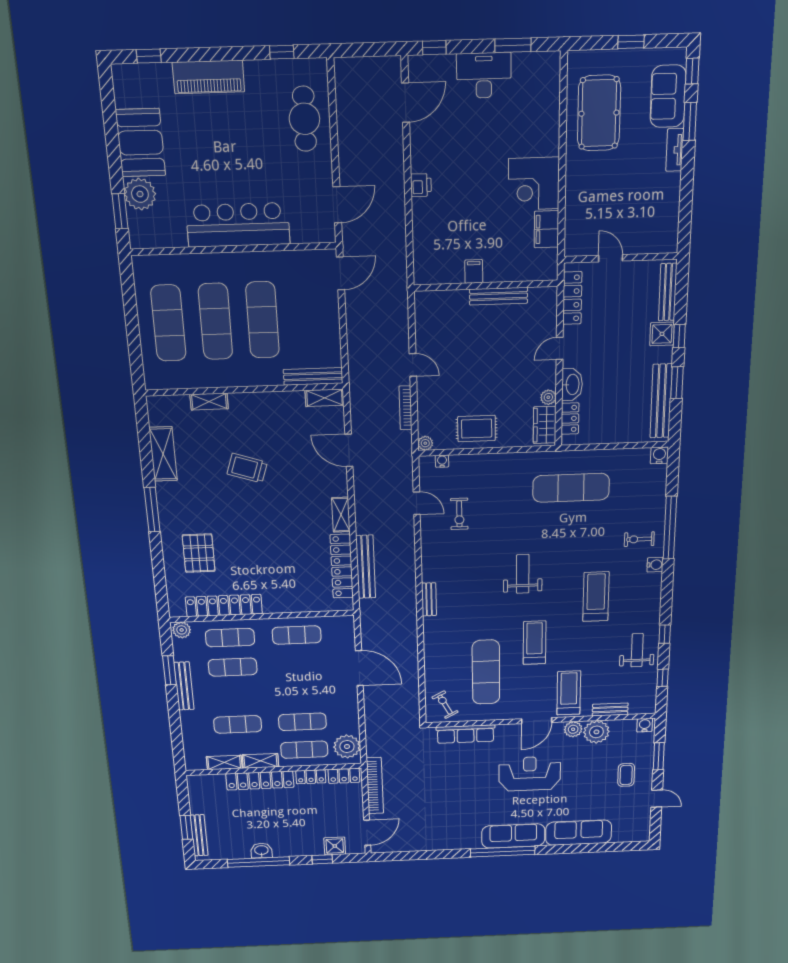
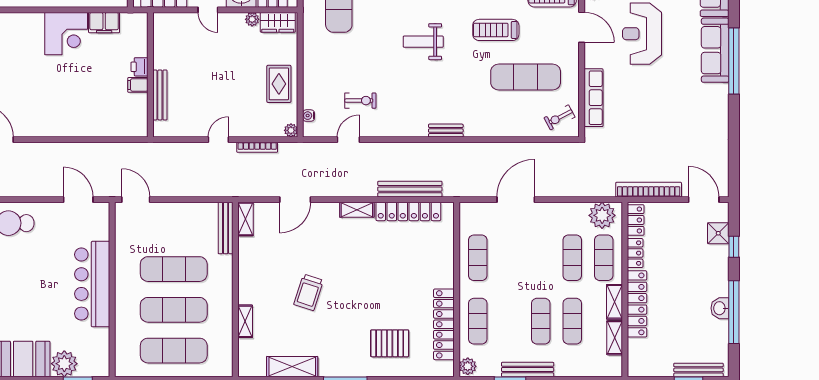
printer: (421, 185) -> (139, 67), moved, turned -90
bench: (498, 296) -> (160, 95), moved
exercise mat: (233, 667) -> (541, 321), moved

